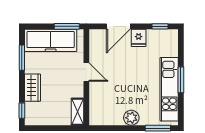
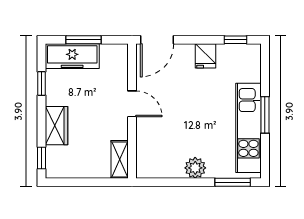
window: (67, 26) -> (84, 40), moved
door: (118, 26) -> (157, 40), moved
freezer: (51, 40) -> (72, 56), width x0.73, depth x0.79
window: (22, 58) -> (42, 84), width x0.67

